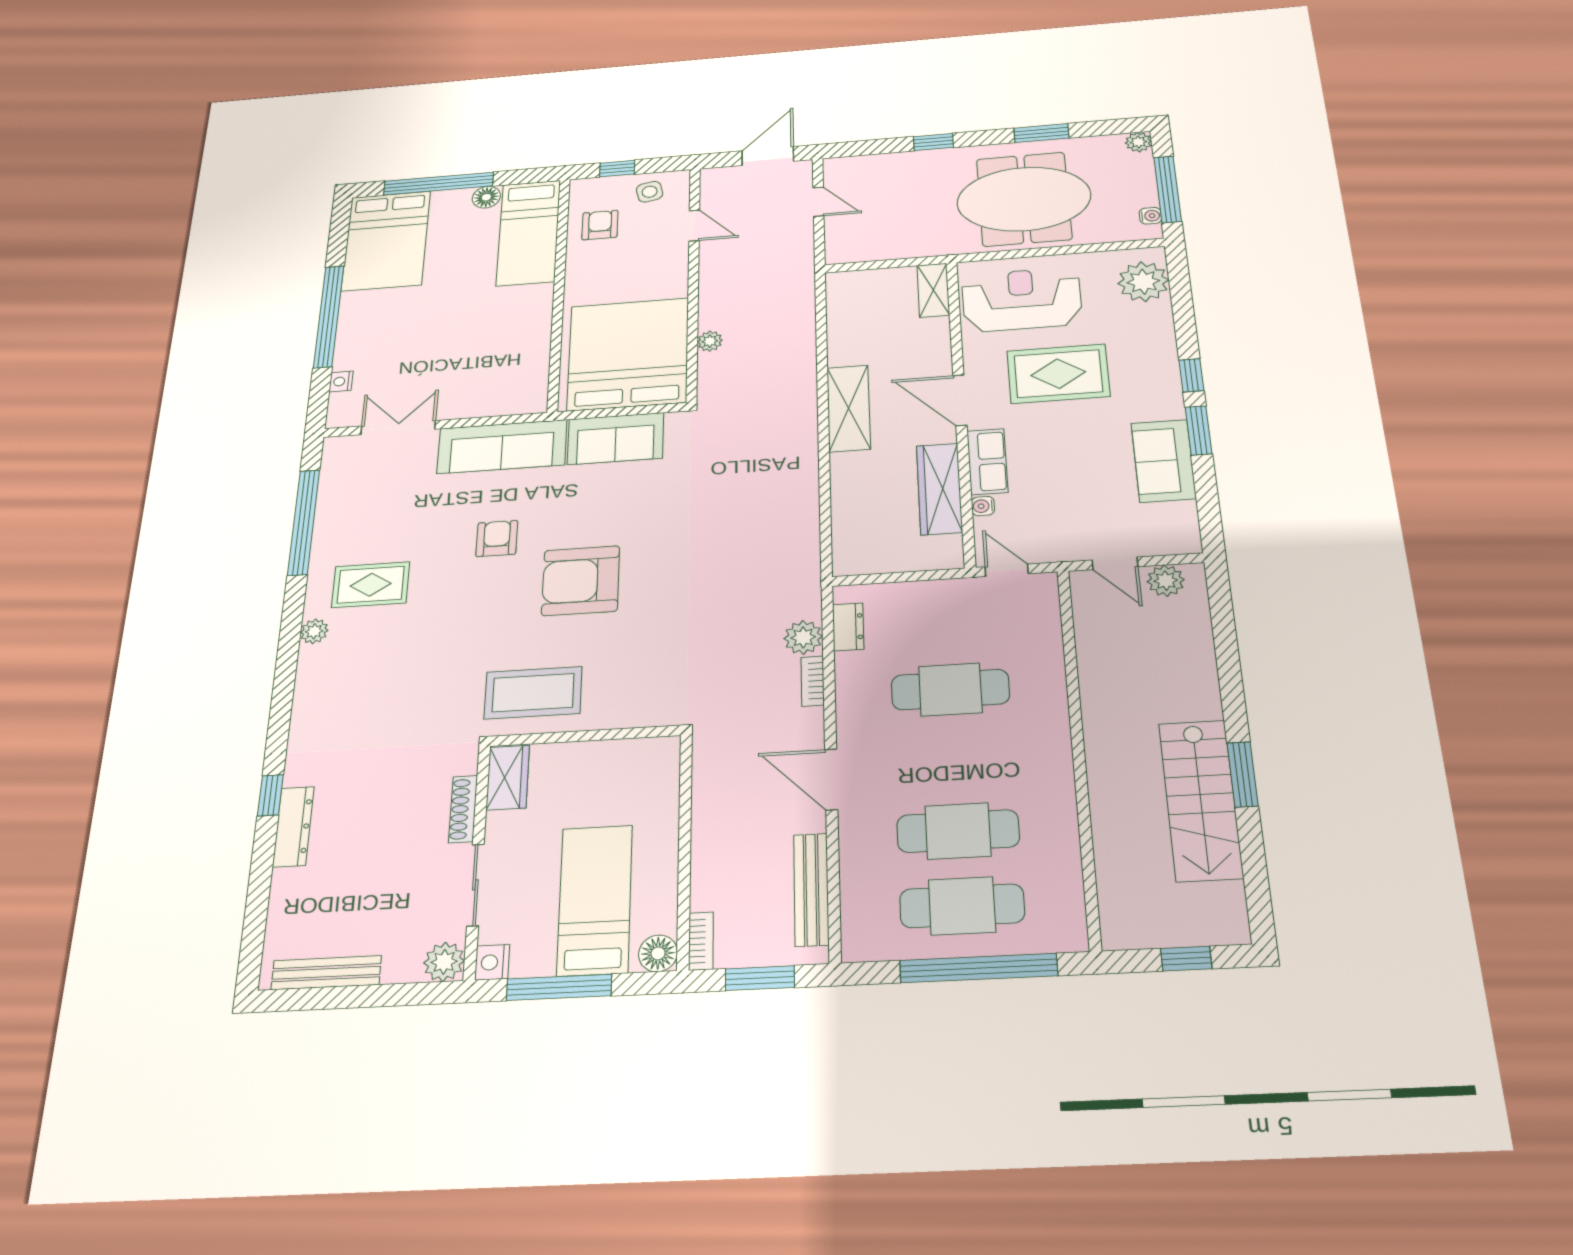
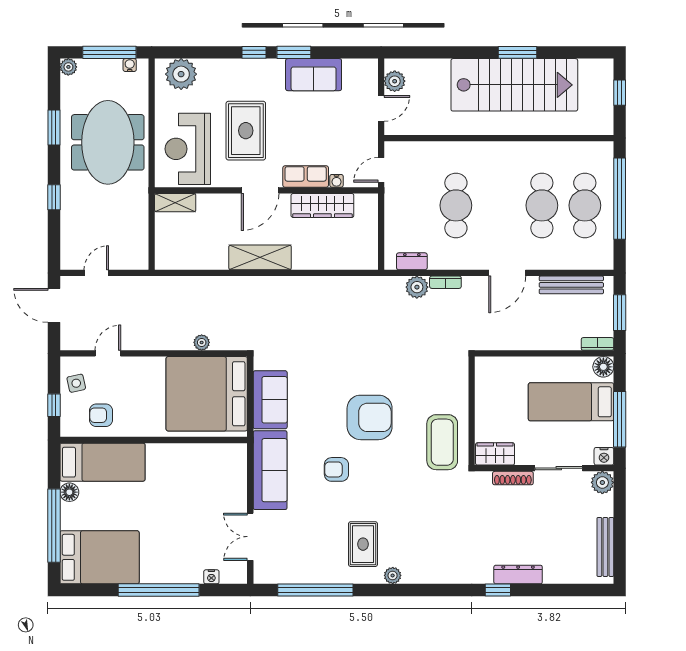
armchair: (581, 581) -> (370, 417), turned -90
stairs: (1201, 800) -> (514, 85), width x1.36, depth x1.51

